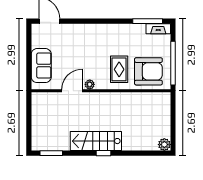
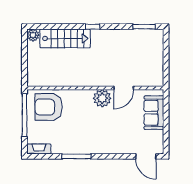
window: (148, 21) -> (76, 156), moved
rug: (119, 69) -> (77, 109), removed
plant: (90, 84) -> (102, 98), width x1.88, depth x1.88
stairs: (96, 141) -> (65, 38), moved

